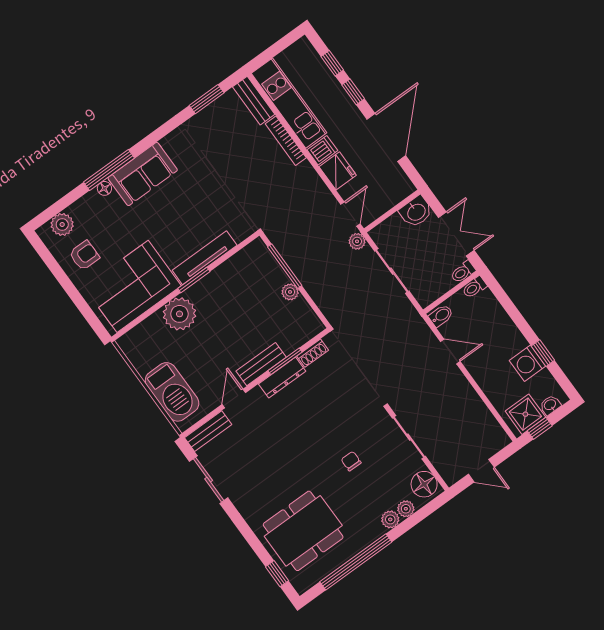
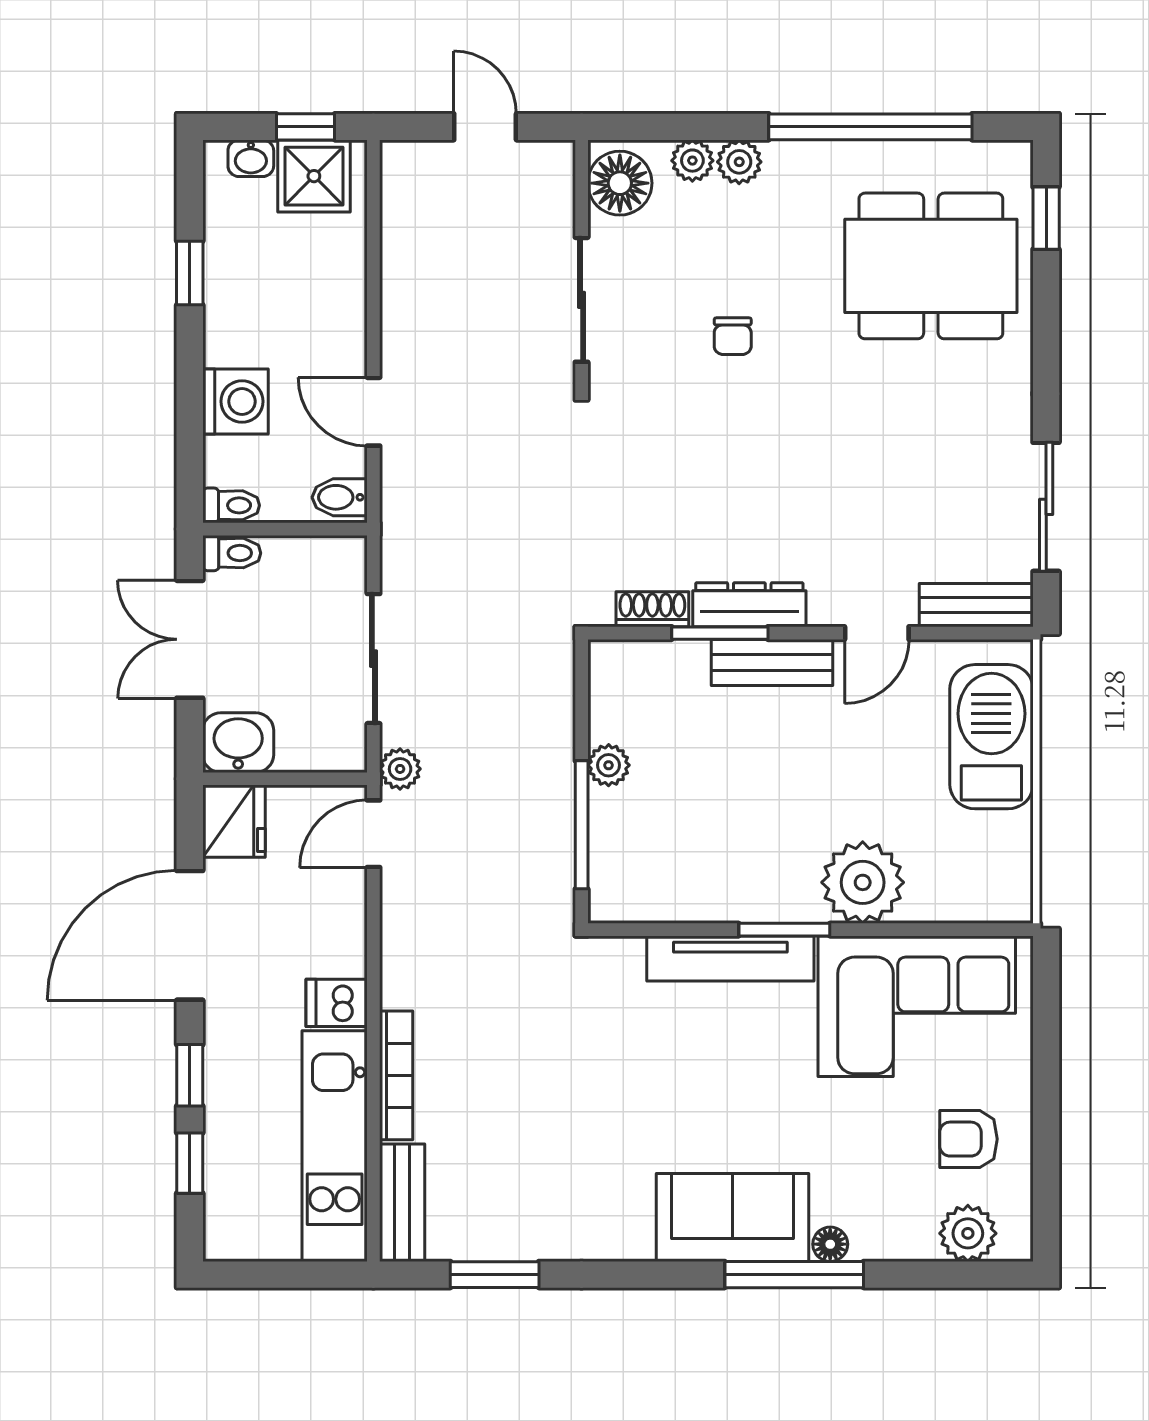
fridge: (338, 171) -> (234, 821), moved, turned 180
washing machine: (527, 363) -> (235, 401), moved

